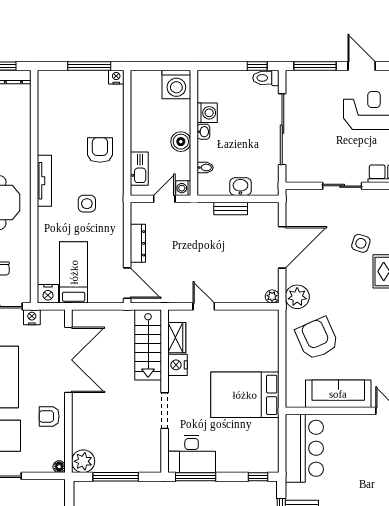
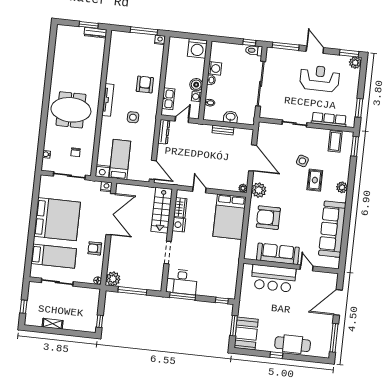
washing machine: (183, 188) -> (196, 97), moved
dresser: (138, 243) -> (164, 132), moved
door: (282, 247) -> (253, 158), hinge flipped
nightstand: (32, 317) -> (106, 187), moved
armchair: (317, 338) -> (268, 218), turned -66
bed: (245, 395) -> (230, 217), moved, turned -90
bar counter: (304, 448) -> (273, 278), moved, turned 90

